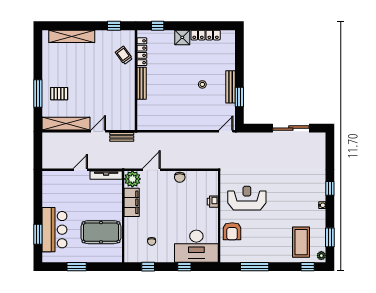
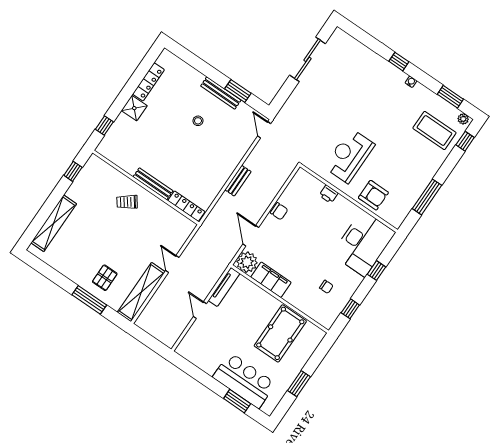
locker: (142, 52) -> (186, 206), moved
trolley: (124, 55) -> (127, 202), moved
bench: (122, 137) -> (238, 181), moved

